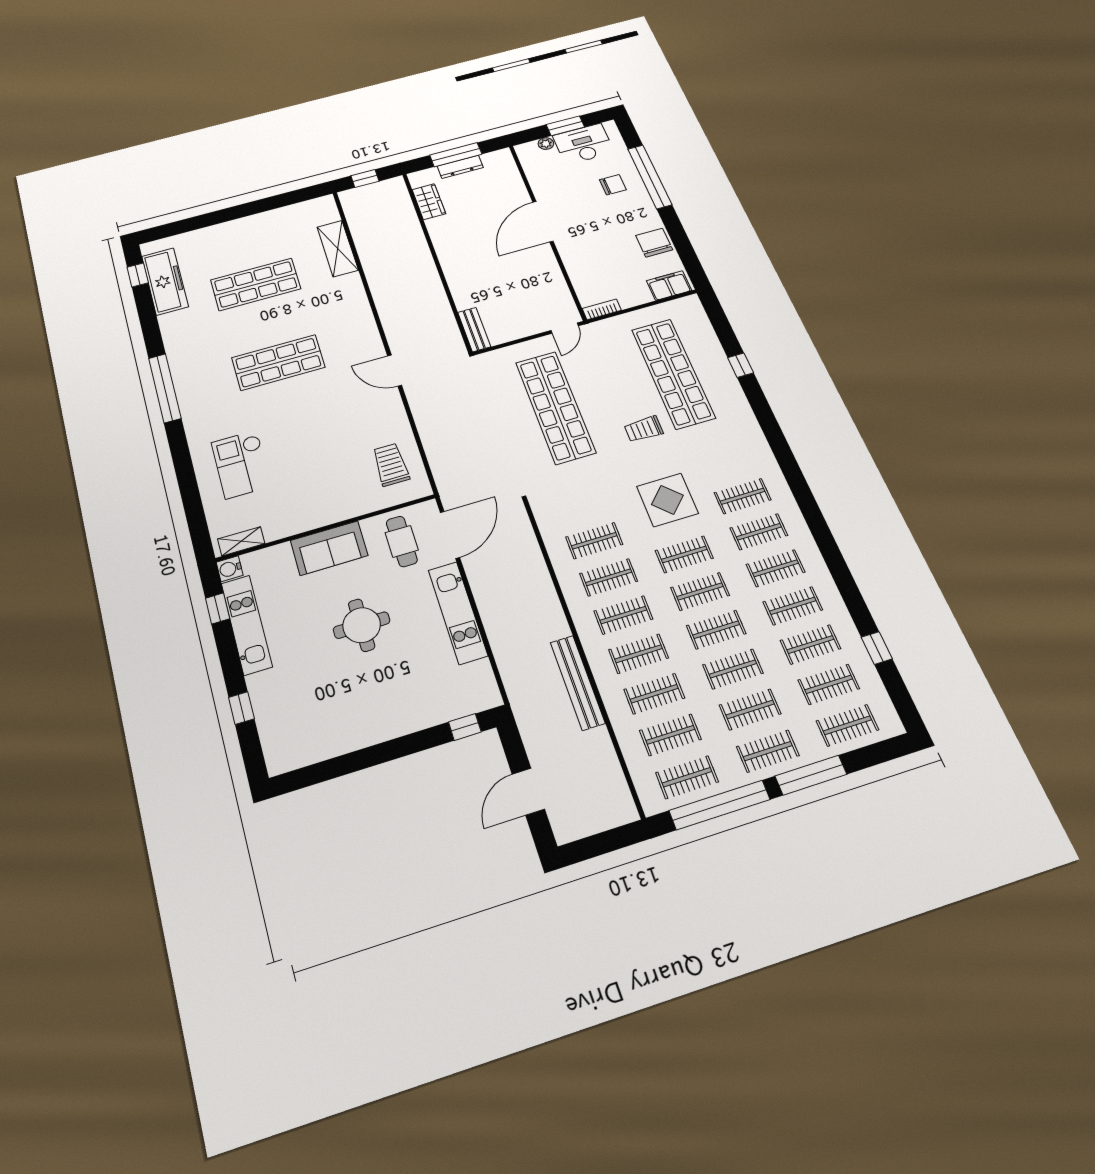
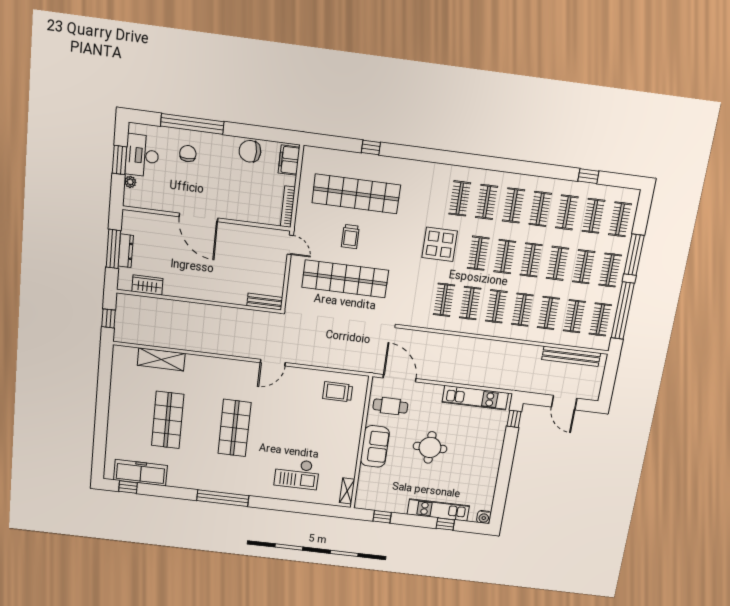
bookcase: (602, 309) -> (288, 207), width x1.56
trolley: (644, 429) -> (350, 237), moved
water cooler: (230, 569) -> (484, 517), moved
kitchen unit: (458, 613) -> (475, 398), moved
kitchen unit: (247, 625) -> (438, 510), moved
bench: (578, 682) -> (571, 356), moved

